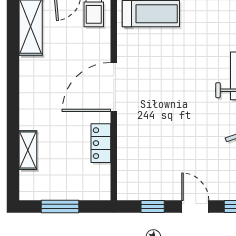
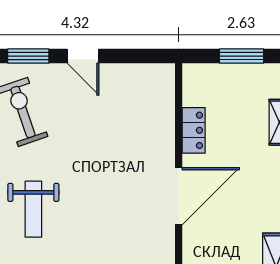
window: (153, 206) -> (133, 56), removed

